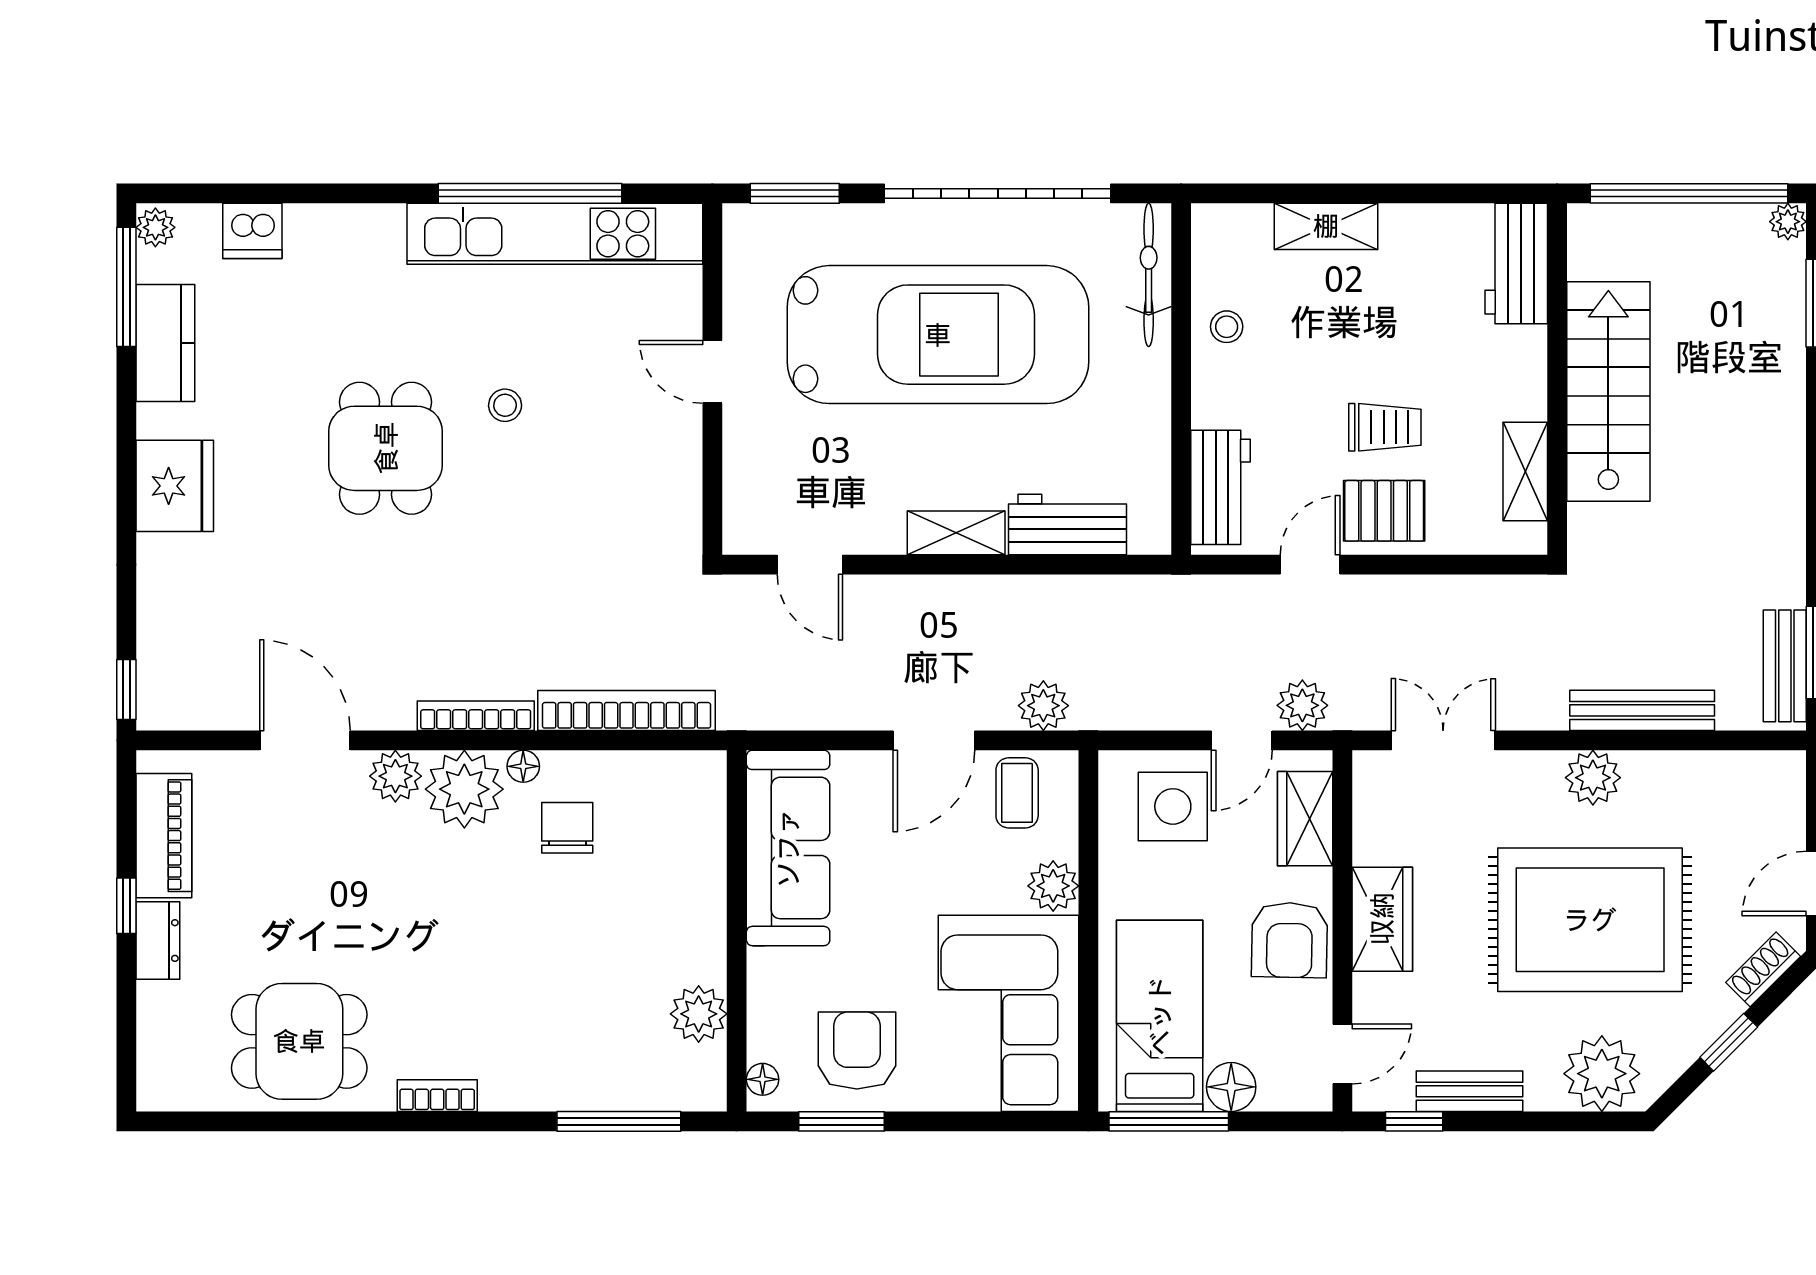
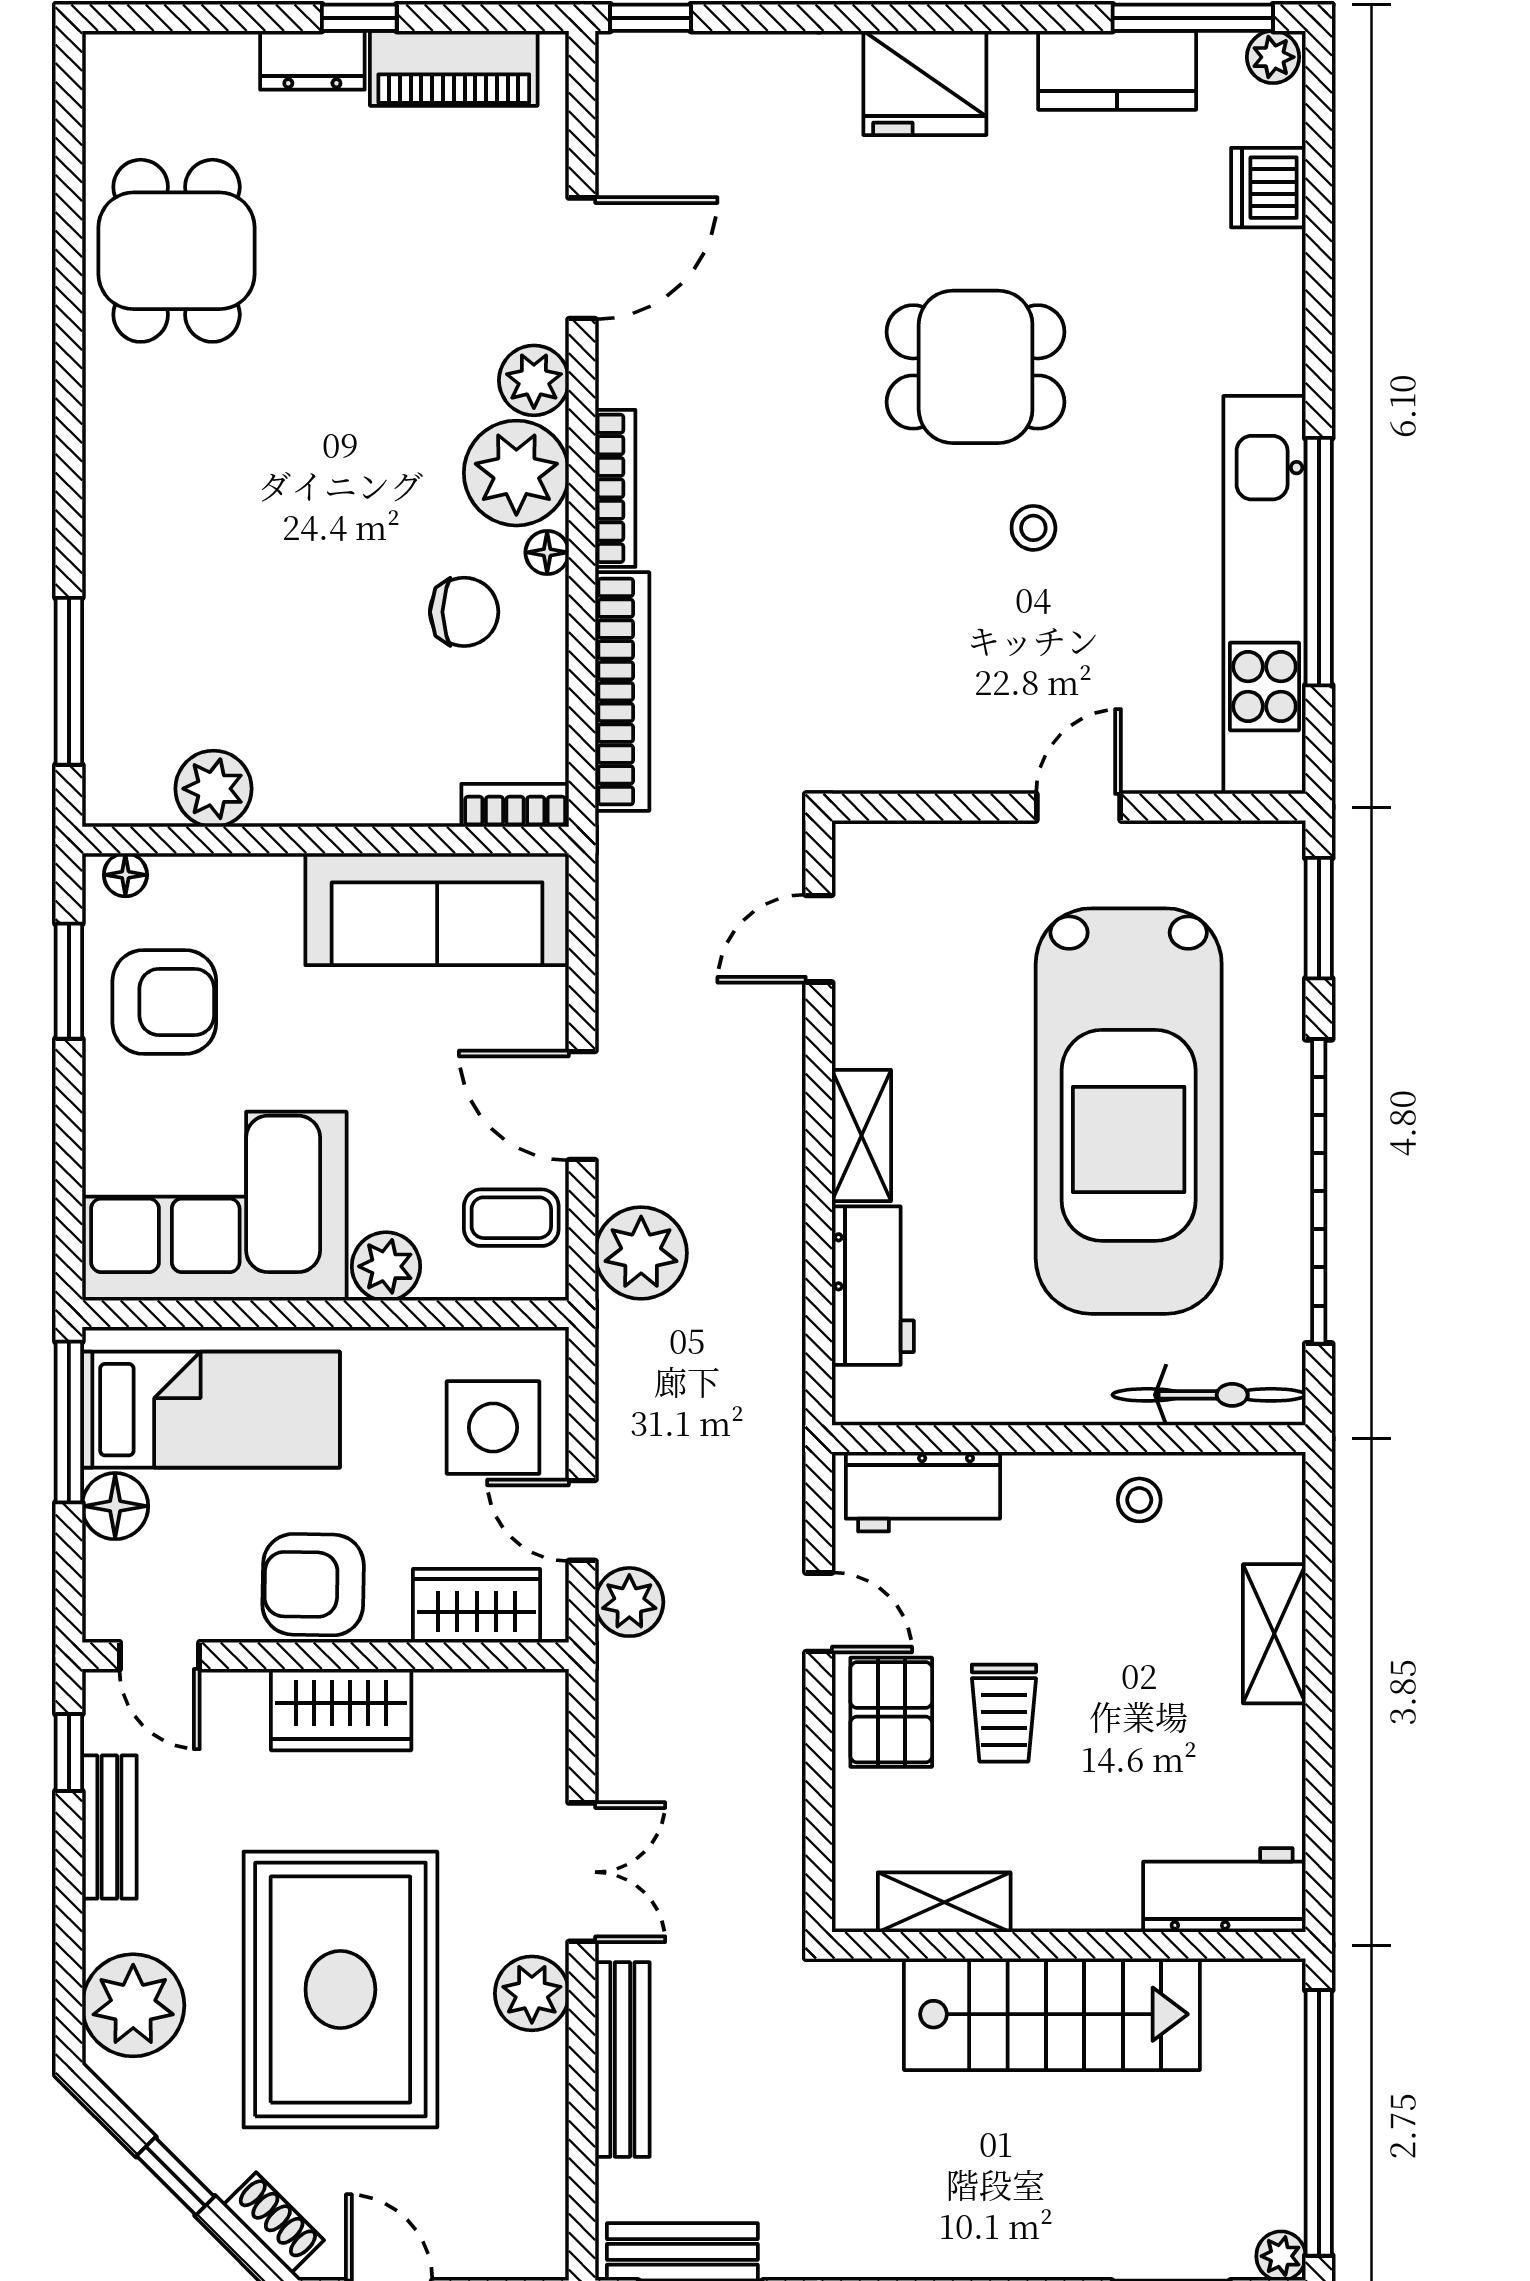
plant: (1043, 706) -> (641, 1253), width x1.36, depth x1.36
double door: (1443, 740) -> (582, 1872), moved
bookcase: (437, 1096) -> (515, 805), moved, turned -90

